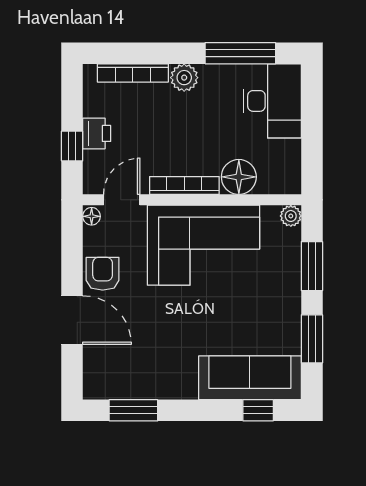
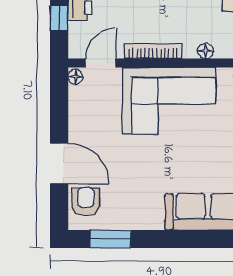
floor lamp: (239, 177) -> (205, 51), width x0.53, depth x0.53
armchair: (103, 274) -> (86, 202), moved
window: (258, 410) -> (215, 239), removed

